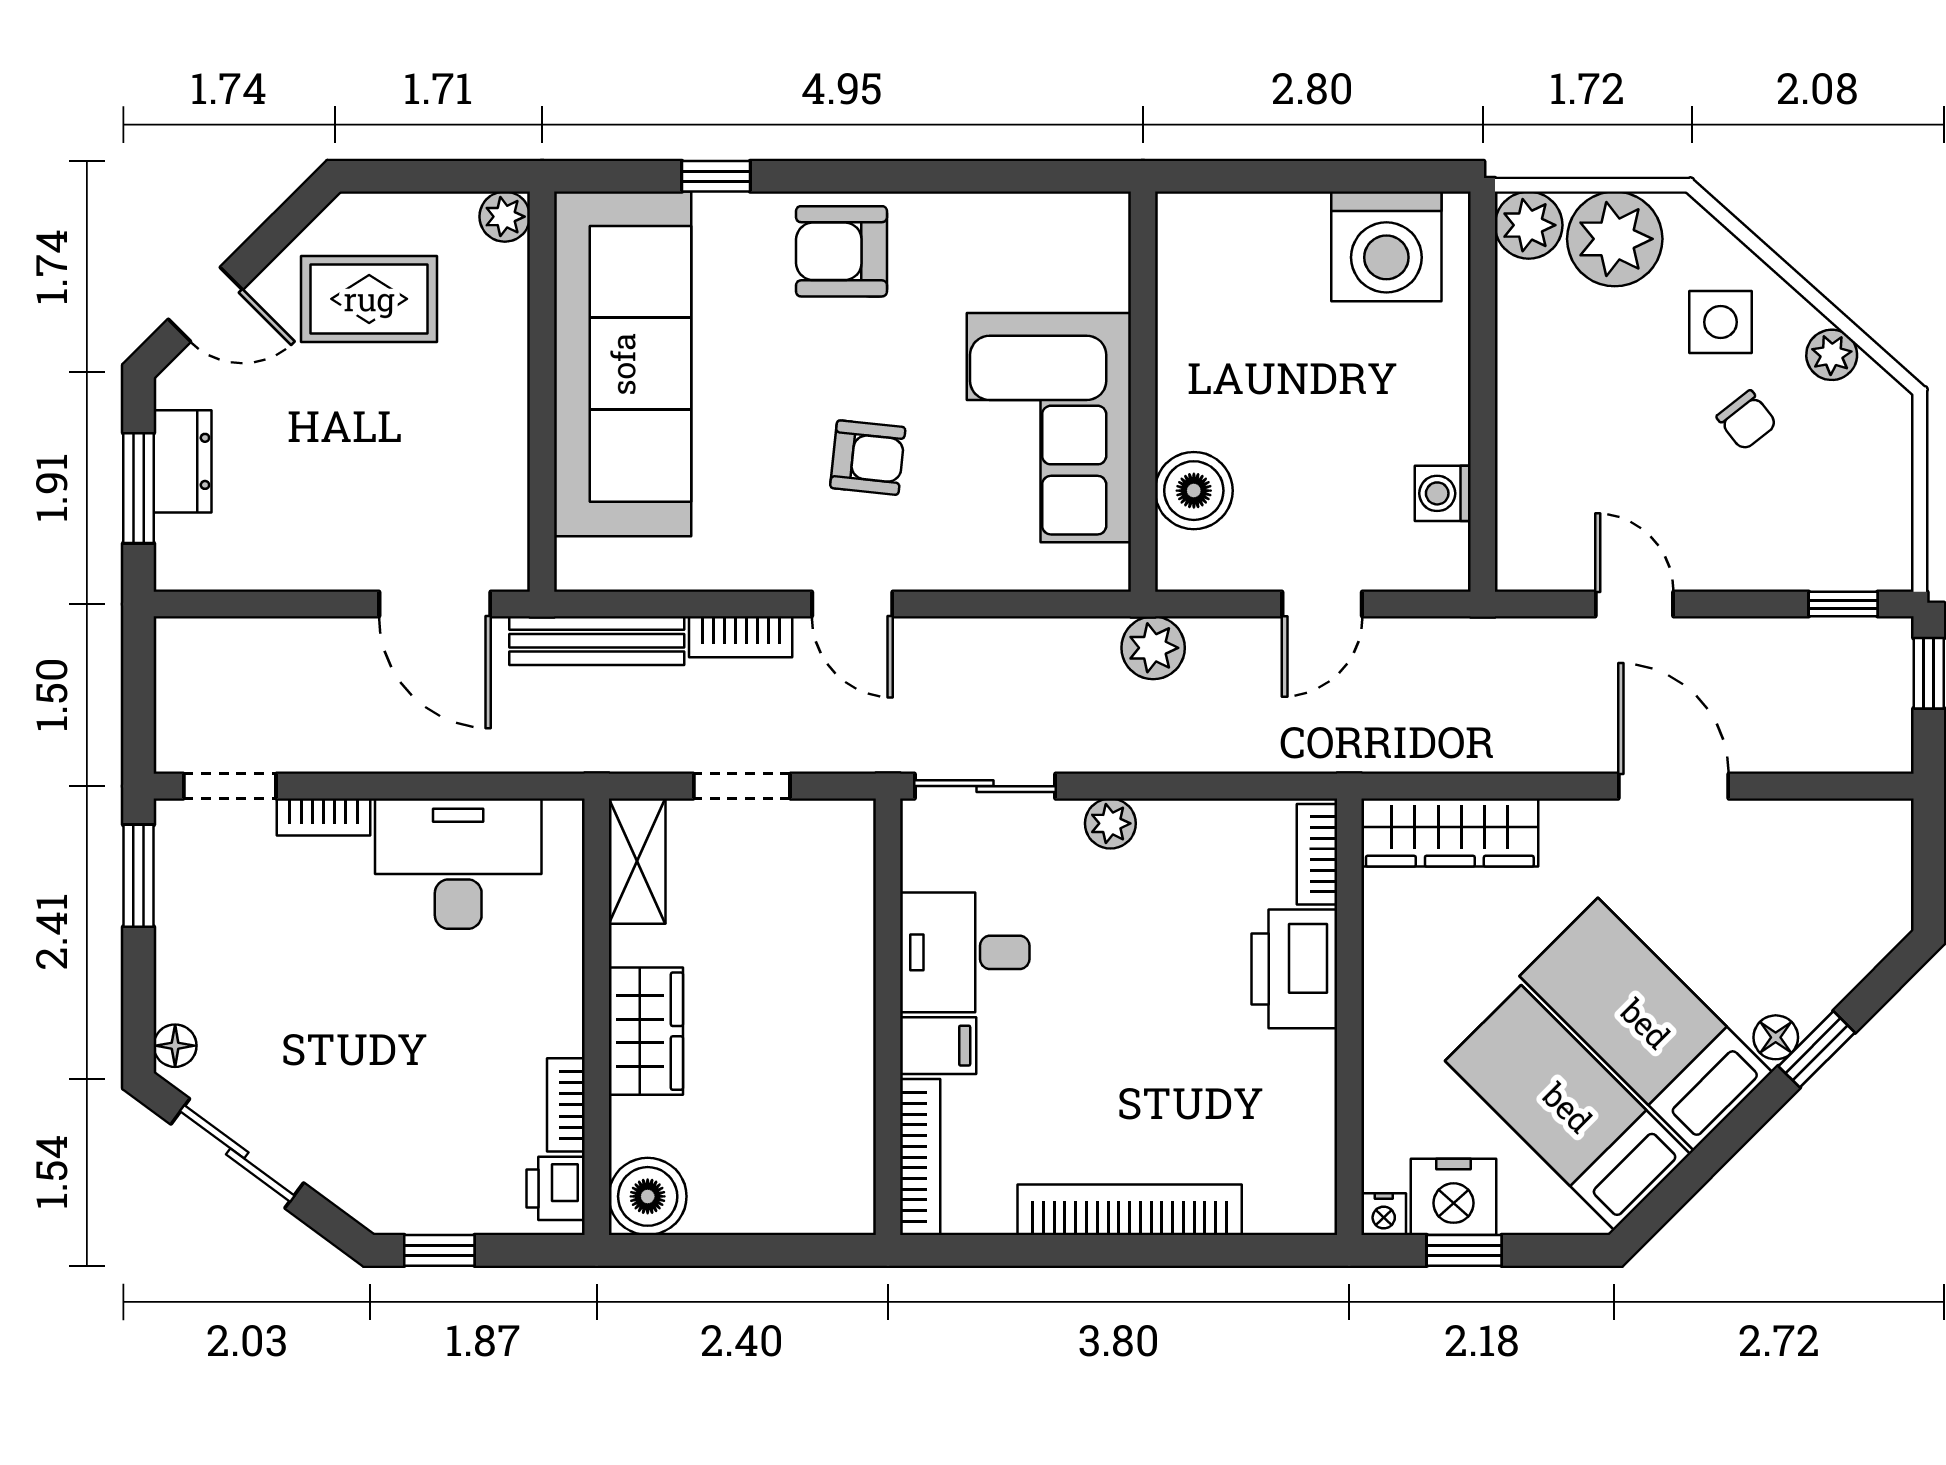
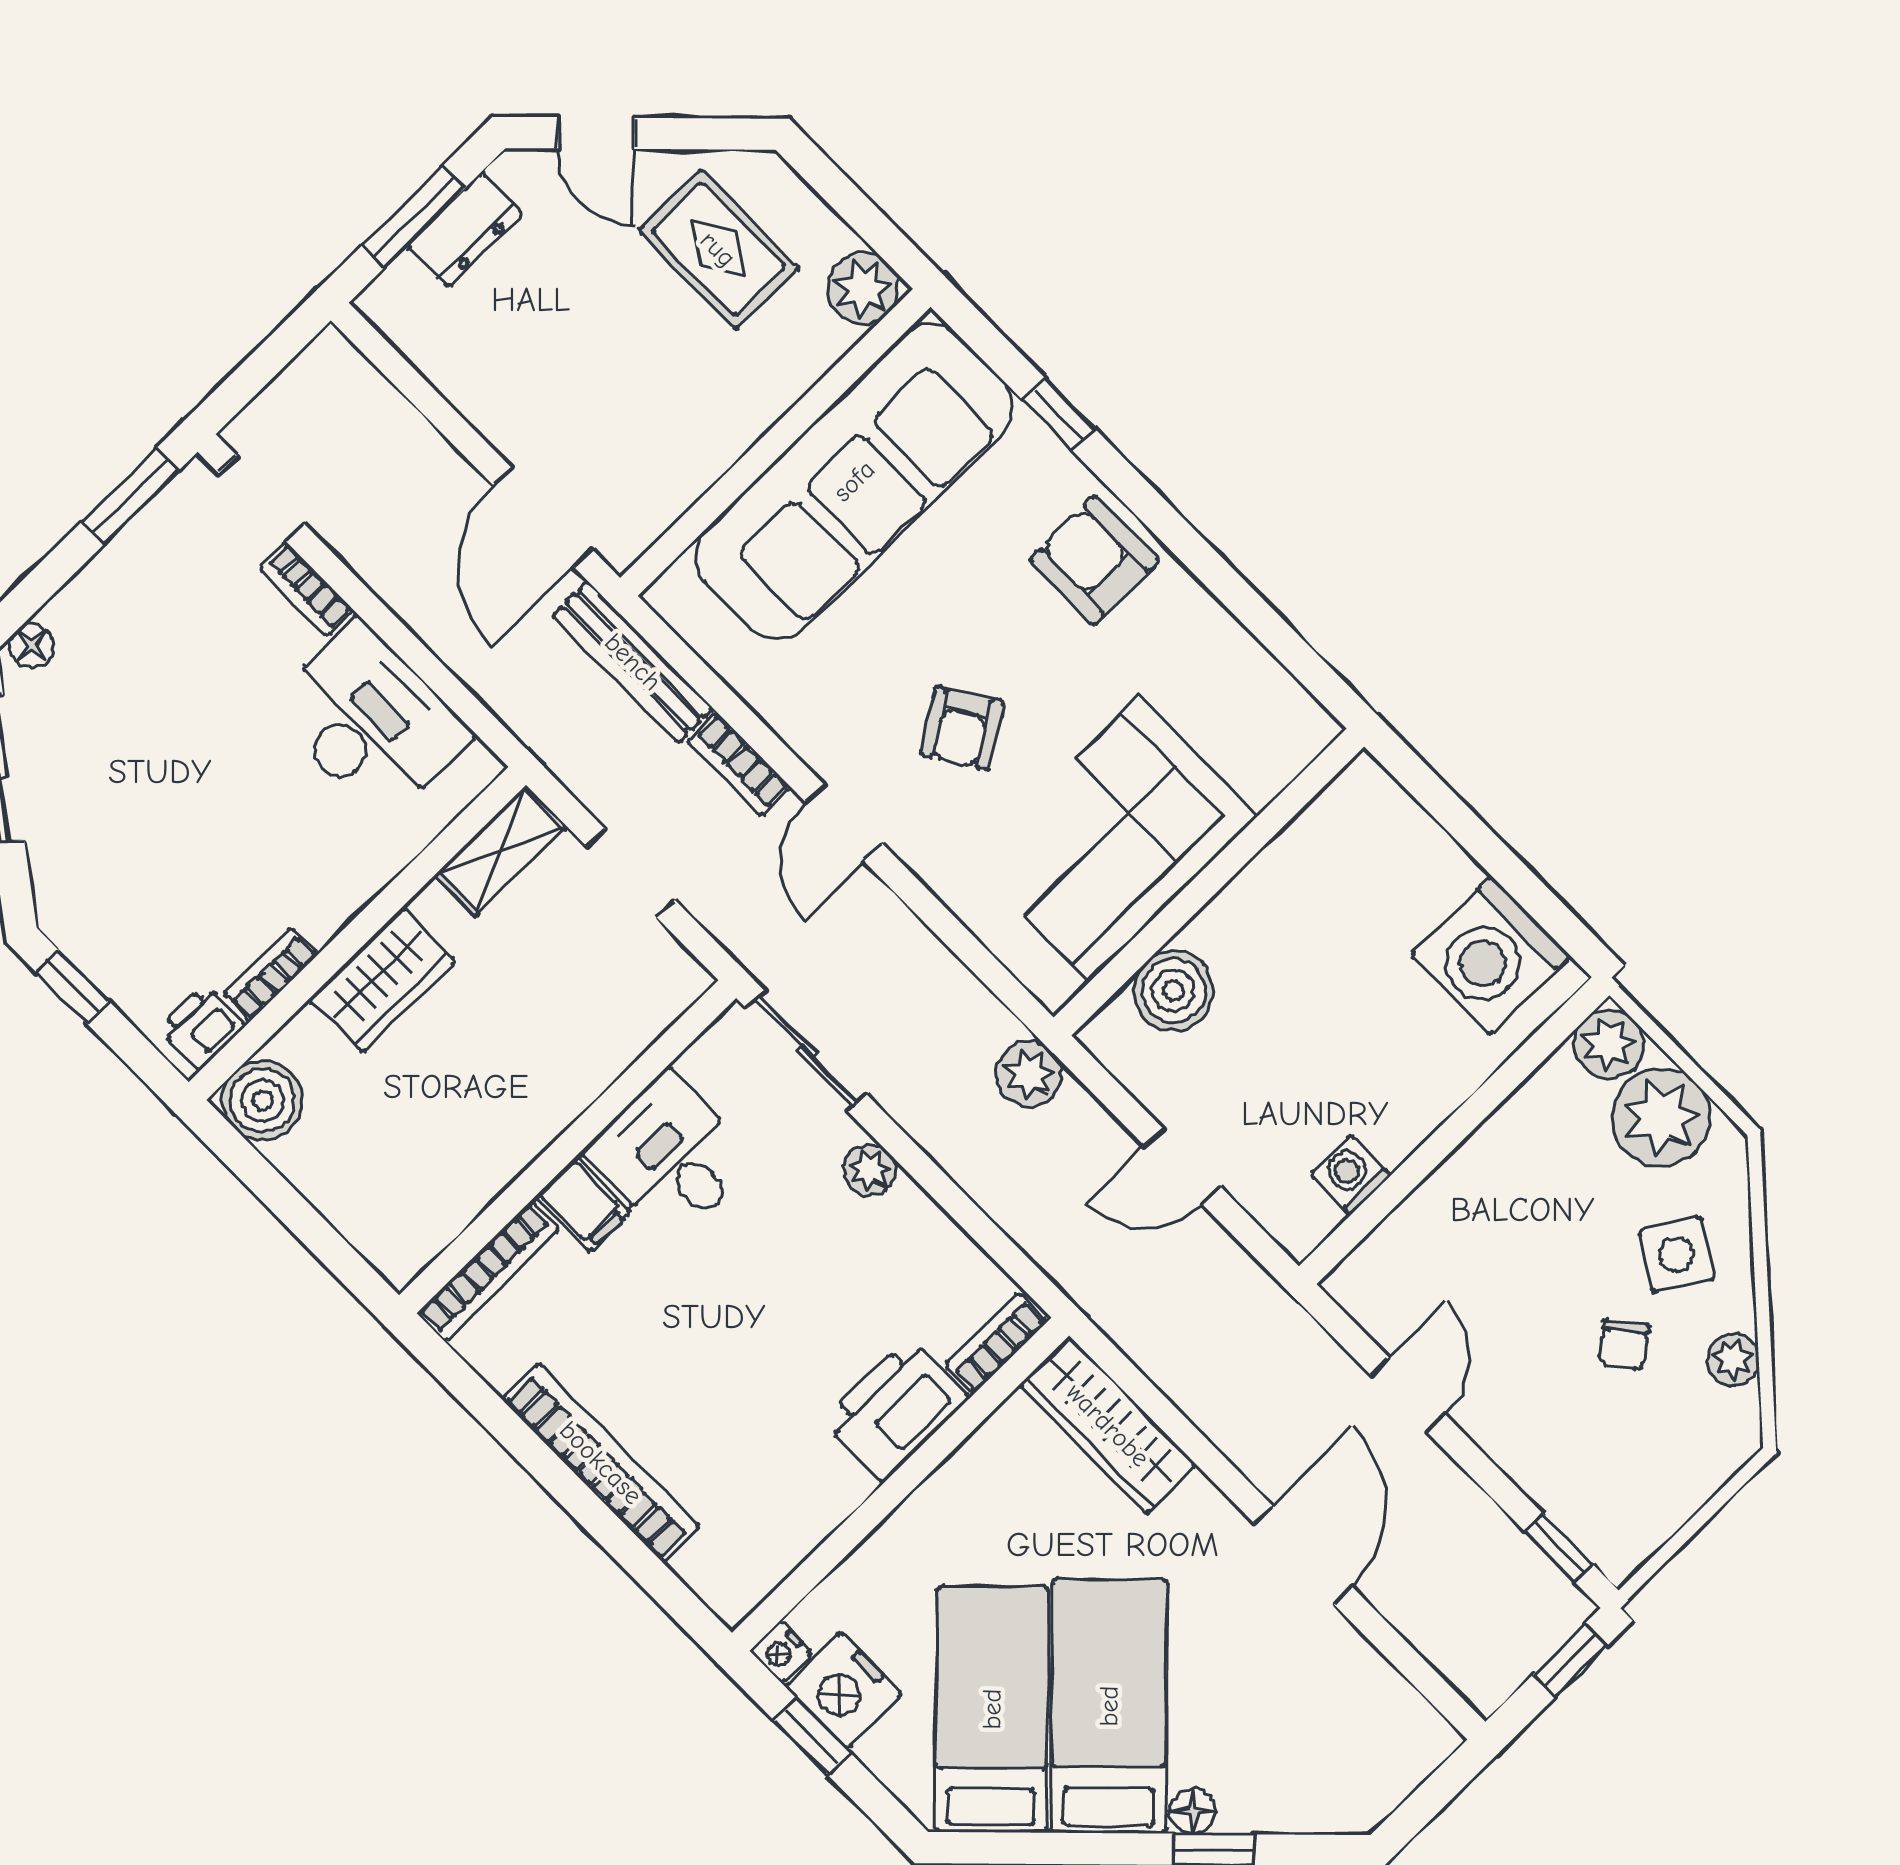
plant: (505, 217) -> (863, 289), width x1.38, depth x1.38
side table: (1721, 322) -> (1677, 1255), turned 32
armchair: (868, 458) -> (962, 728), turned 52

